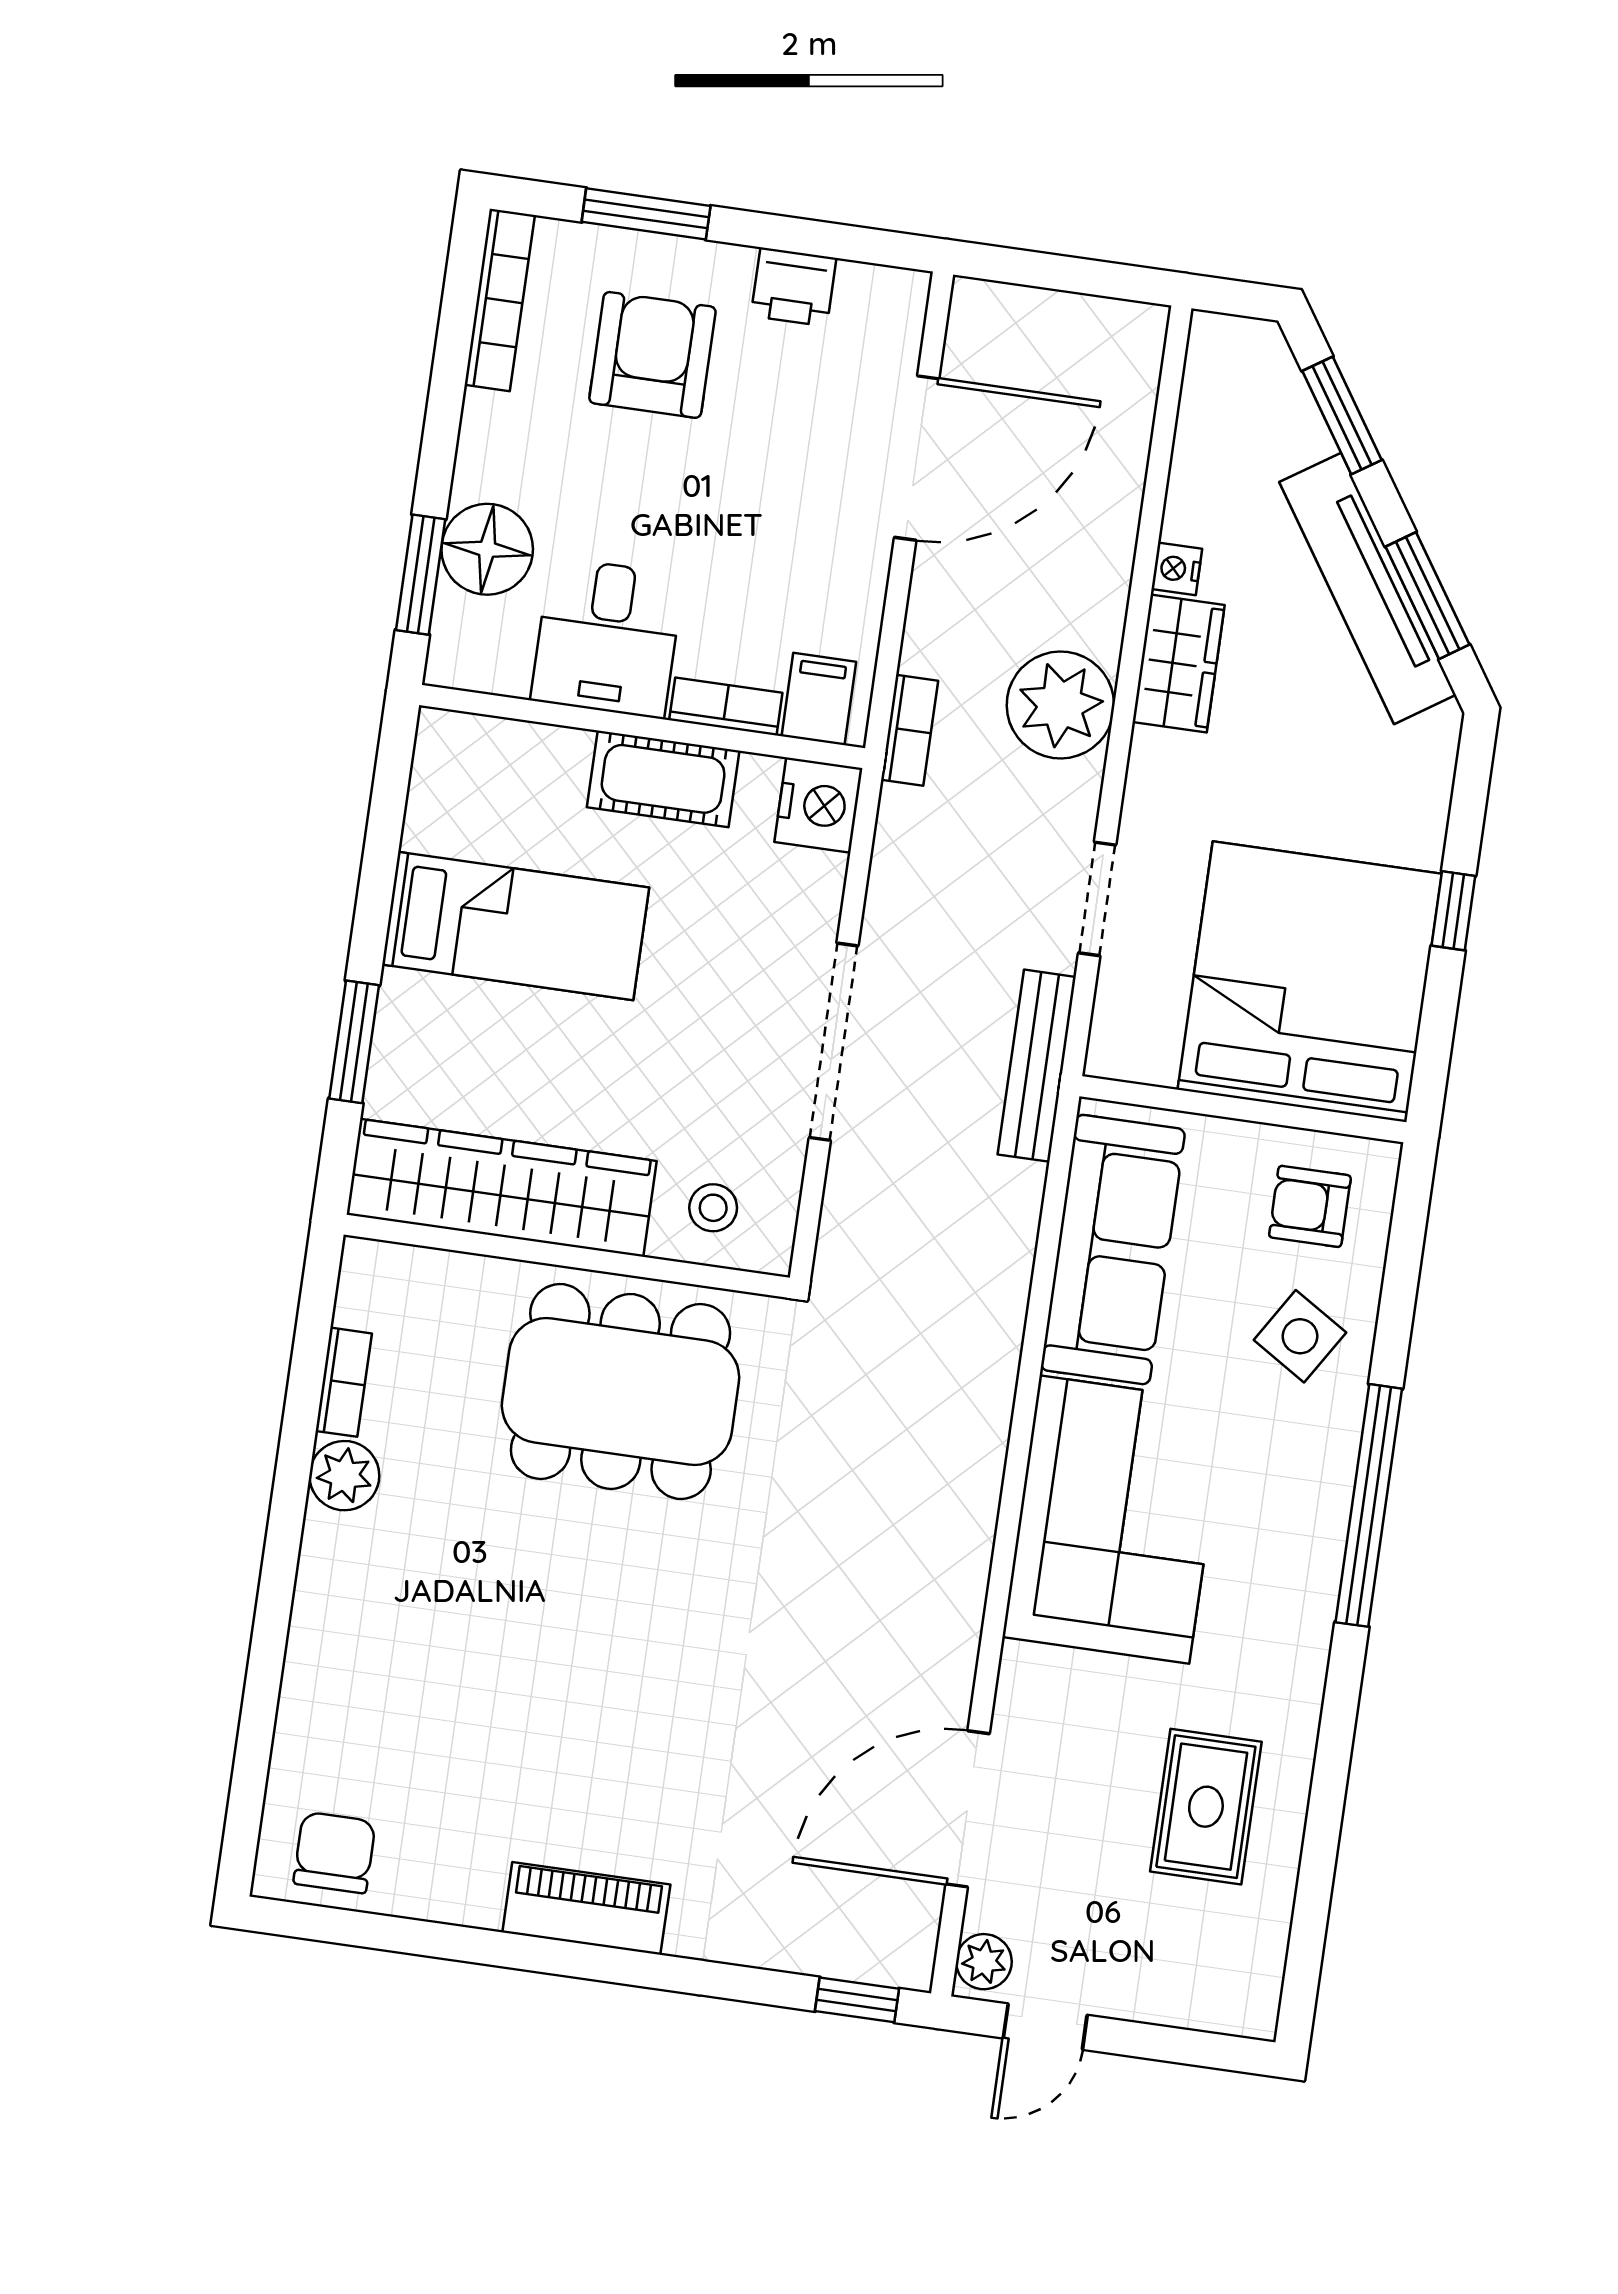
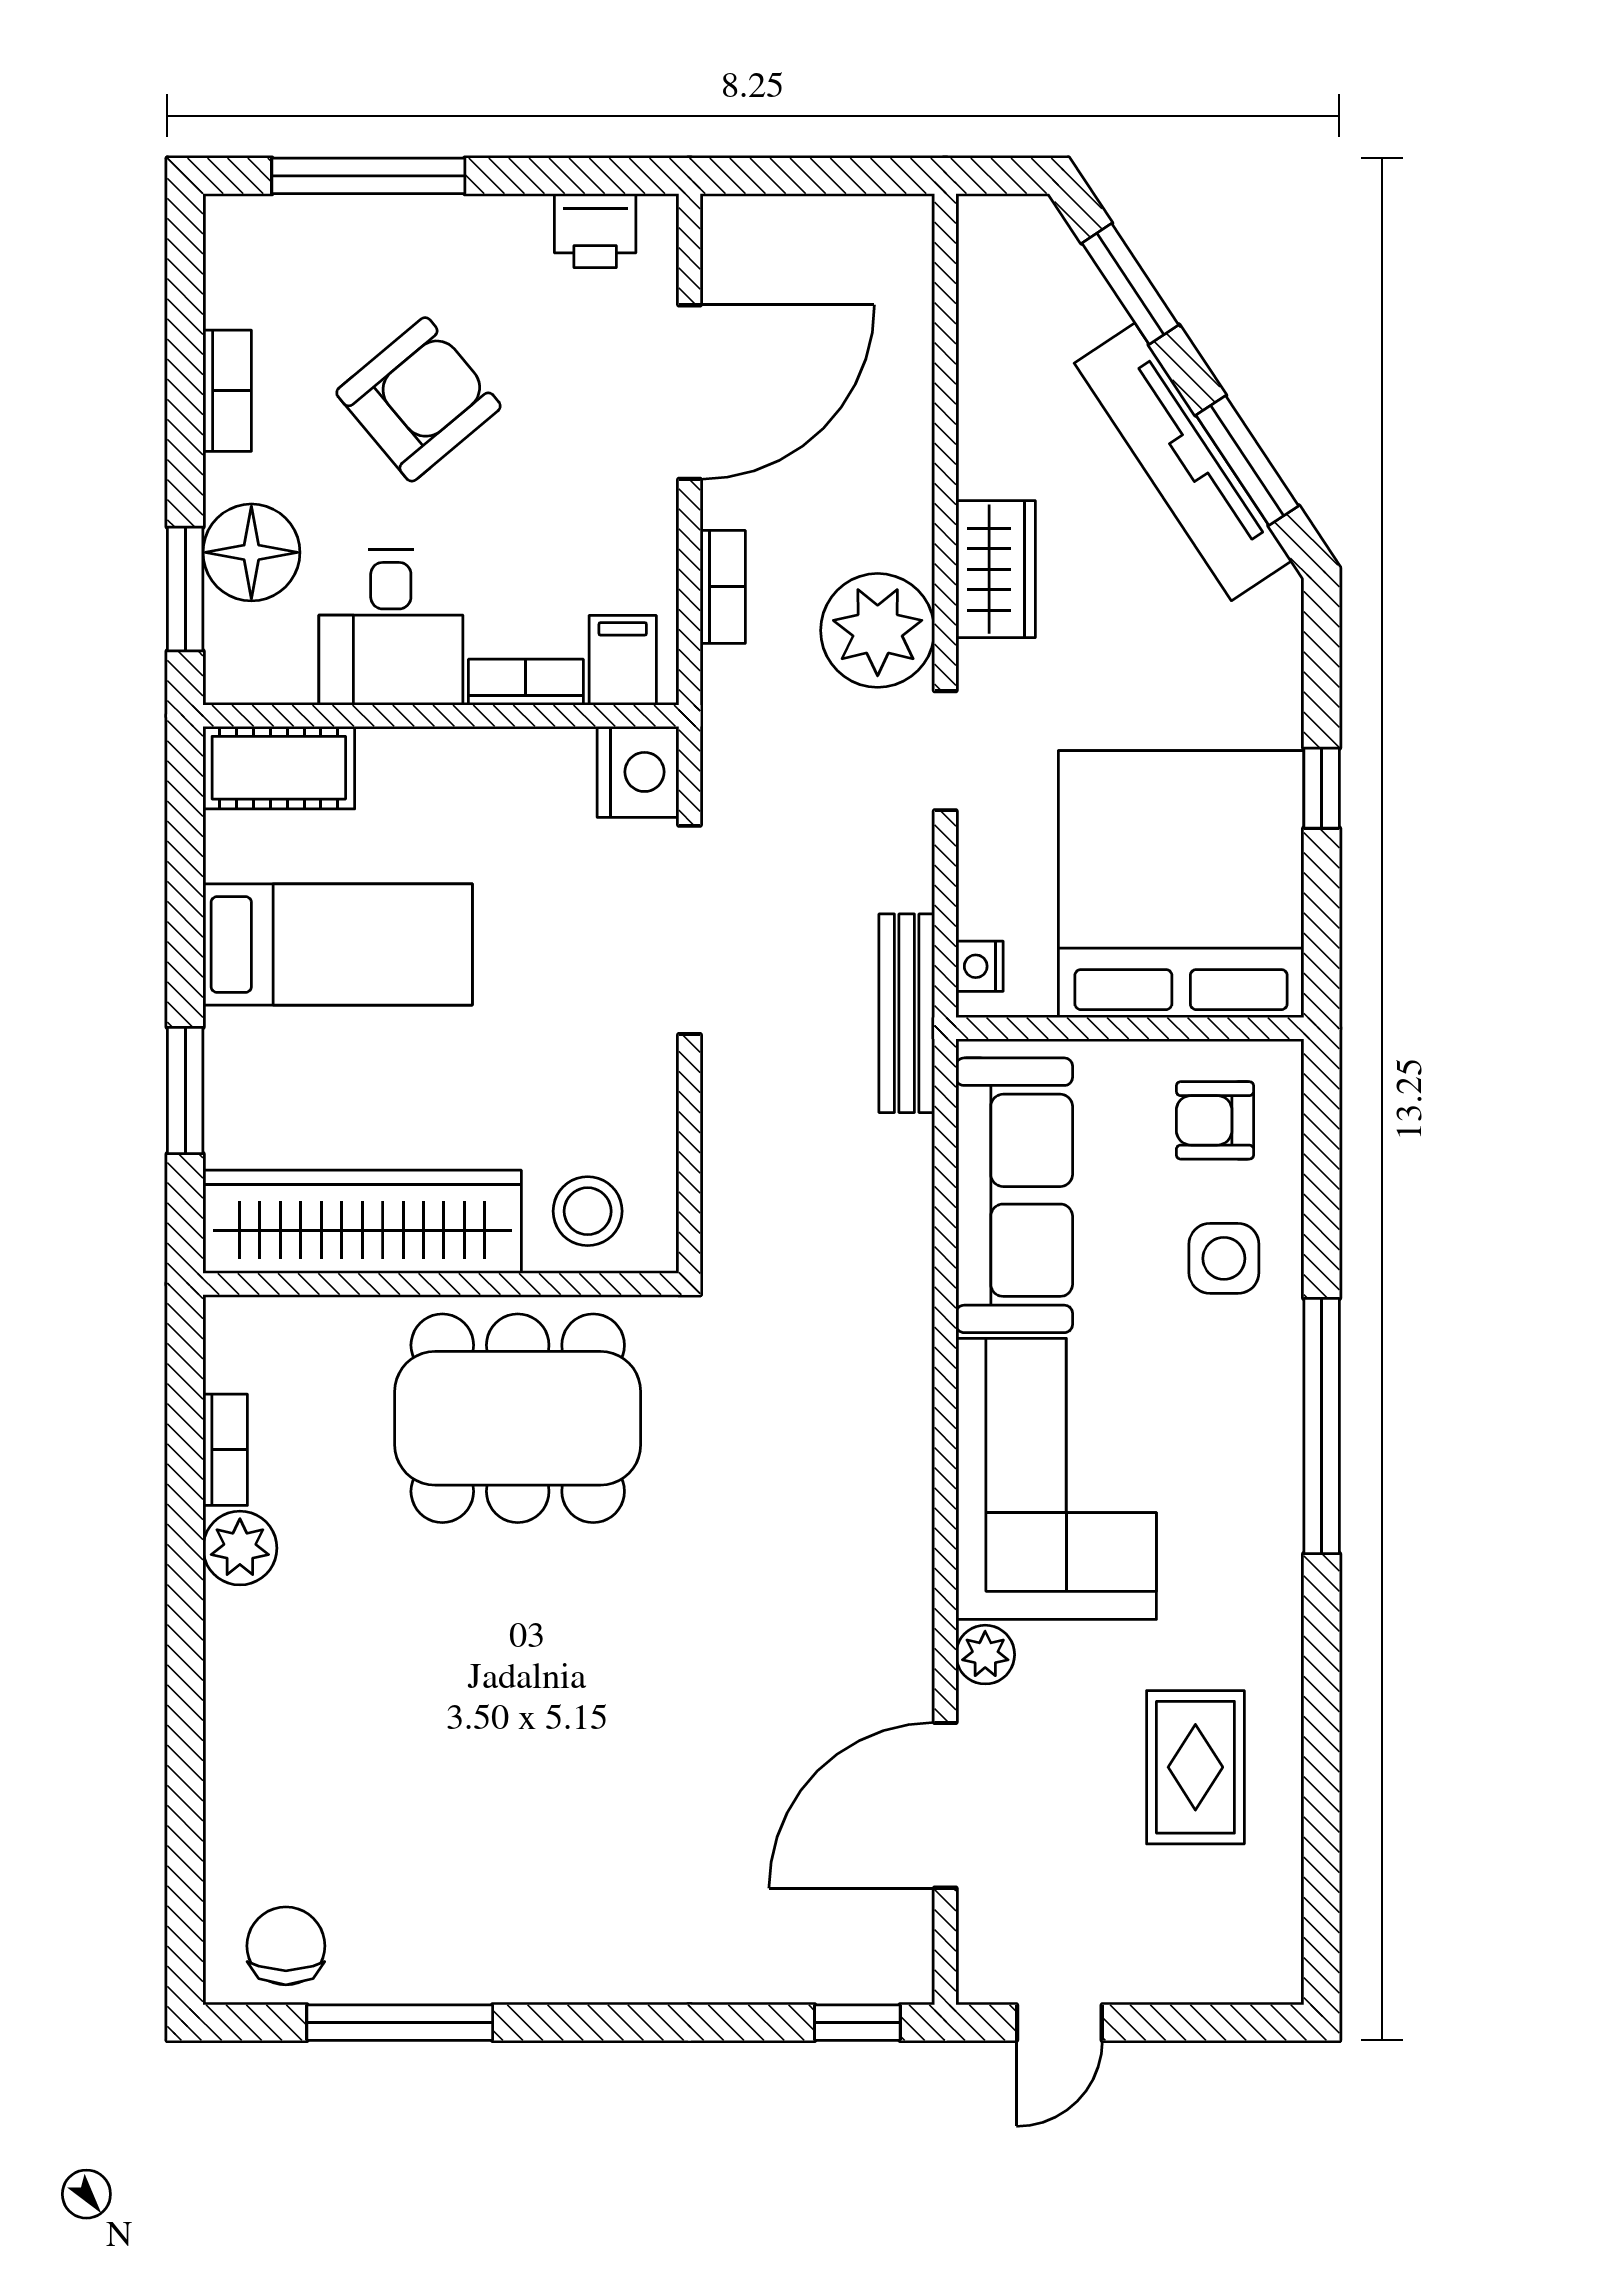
window: (646, 214) -> (368, 176), width x1.44
printer: (794, 287) -> (595, 231), moved
bookcase: (500, 300) -> (227, 391), moved, width x0.64
armchair: (652, 355) -> (418, 399), moved, turned 50
nightstand: (1177, 569) -> (980, 966), moved
bookcase: (910, 730) -> (723, 587), moved
cot: (663, 779) -> (279, 768), moved
doorway: (1097, 899) -> (945, 751), moved
doorway: (834, 1042) -> (689, 930), moved
stool: (713, 1208) -> (588, 1211), width x1.37, depth x1.37
side table: (1300, 1336) -> (1224, 1258), turned -32
piano: (586, 1908) -> (559, 1967), removed
window: (430, 1939) -> (400, 2023), added
plant: (984, 1962) -> (985, 1655), moved

